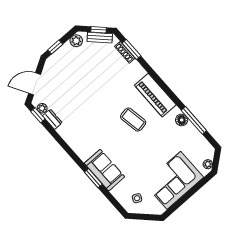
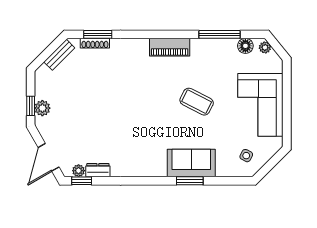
window: (99, 30) -> (51, 49), removed
plant: (76, 41) -> (42, 108), moved
piano: (155, 95) -> (170, 47), width x0.73, depth x0.75
coffee table: (133, 120) -> (197, 102), moved, turned 37
floor lamp: (182, 120) -> (245, 46), moved
plant: (208, 164) -> (265, 47), moved

